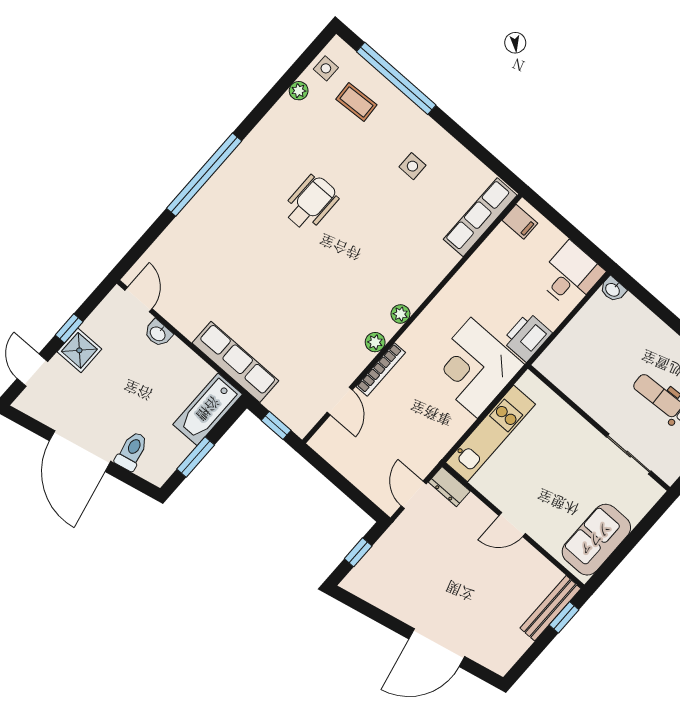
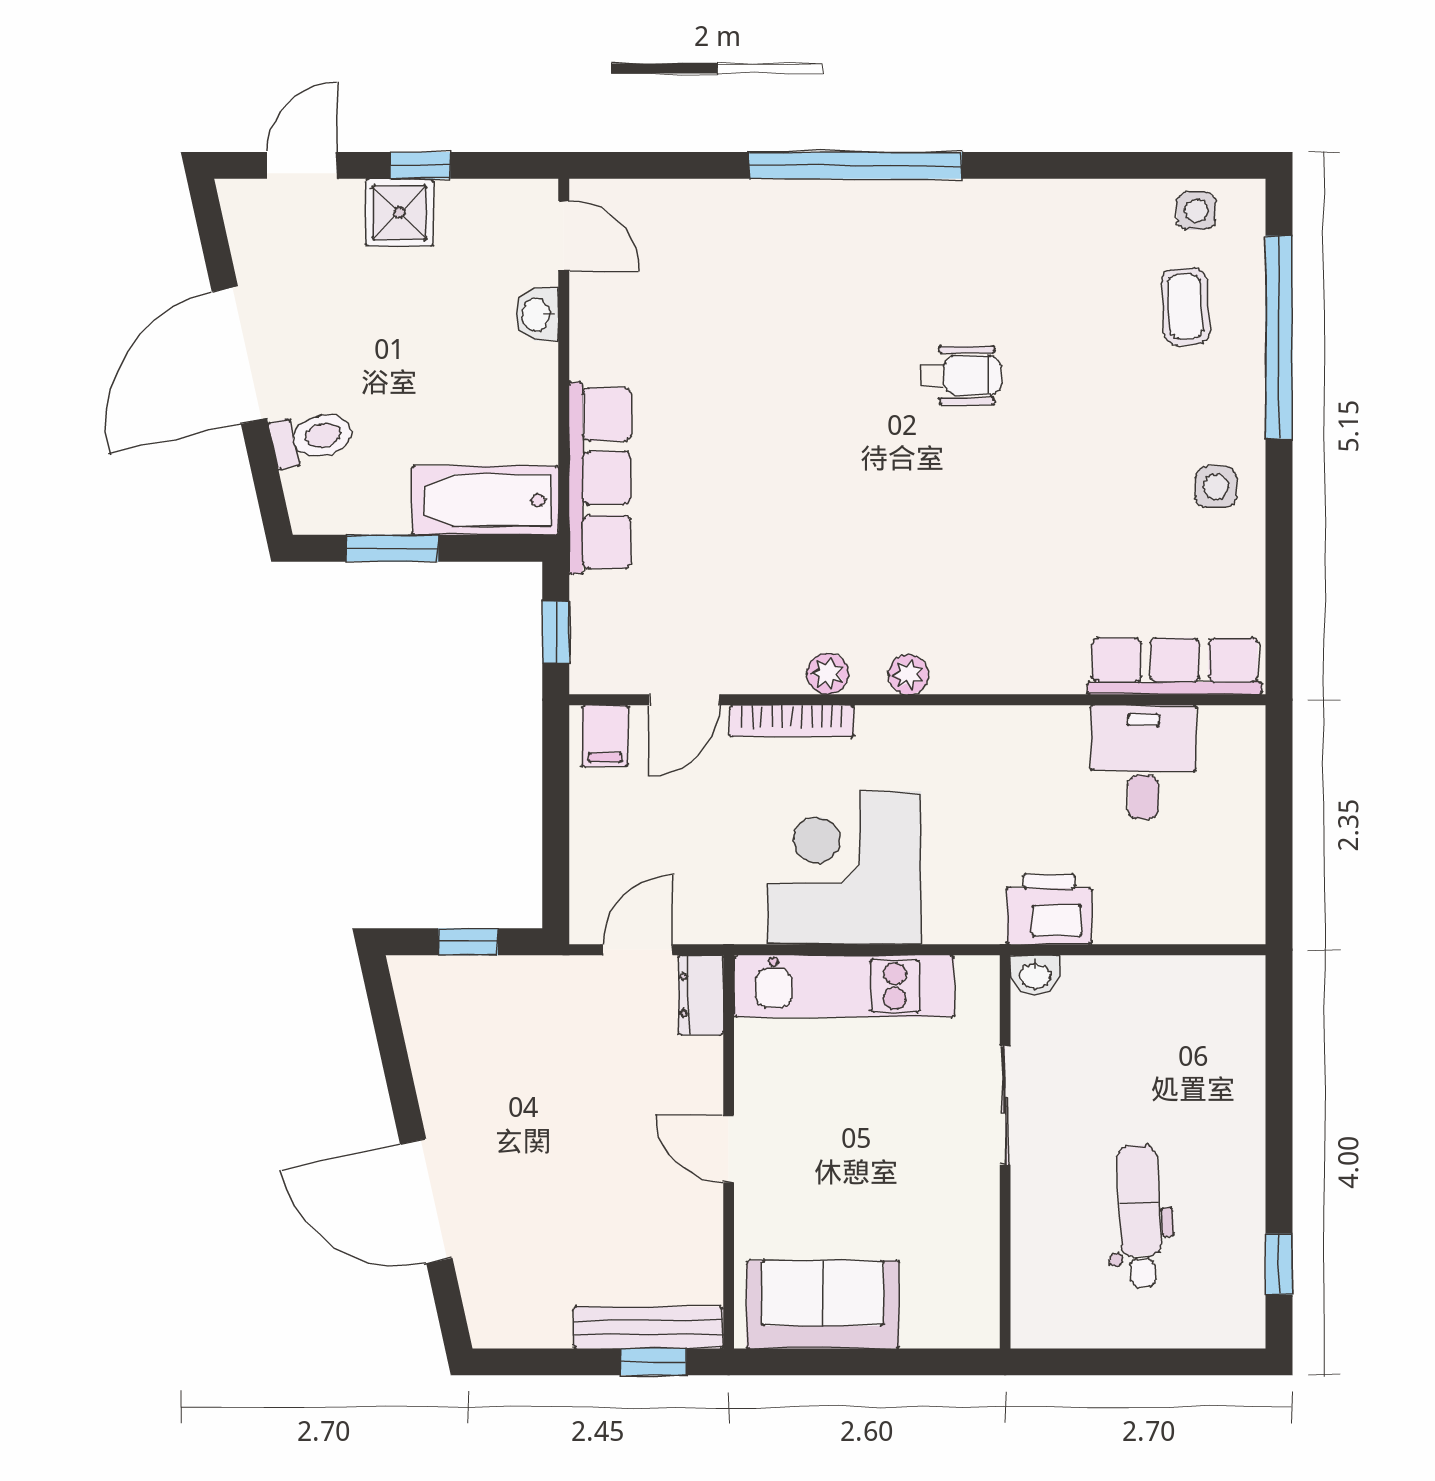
plant: (299, 91) -> (1122, 198), removed
side table: (412, 166) -> (1216, 487), moved
wheelchair: (311, 203) -> (960, 375), width x0.73, depth x0.73
filing cabinet: (520, 222) -> (605, 736), moved
desk: (570, 275) -> (1143, 762), moved, turned -90
washbasin: (613, 289) -> (1035, 975), moved, turned -90
door: (138, 299) -> (564, 236), hinge flipped
corner desk: (474, 368) -> (844, 868), moved
sliding door: (629, 454) -> (1005, 1105), moved

